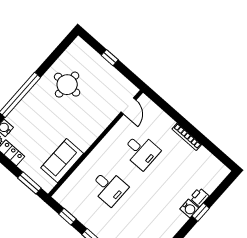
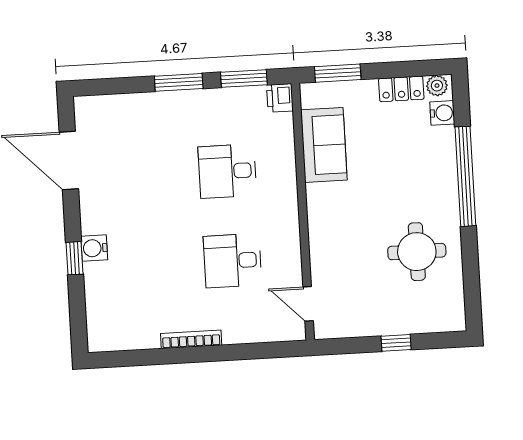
printer: (199, 197) -> (280, 98), moved, turned 180
window: (67, 217) -> (244, 79), width x1.50

